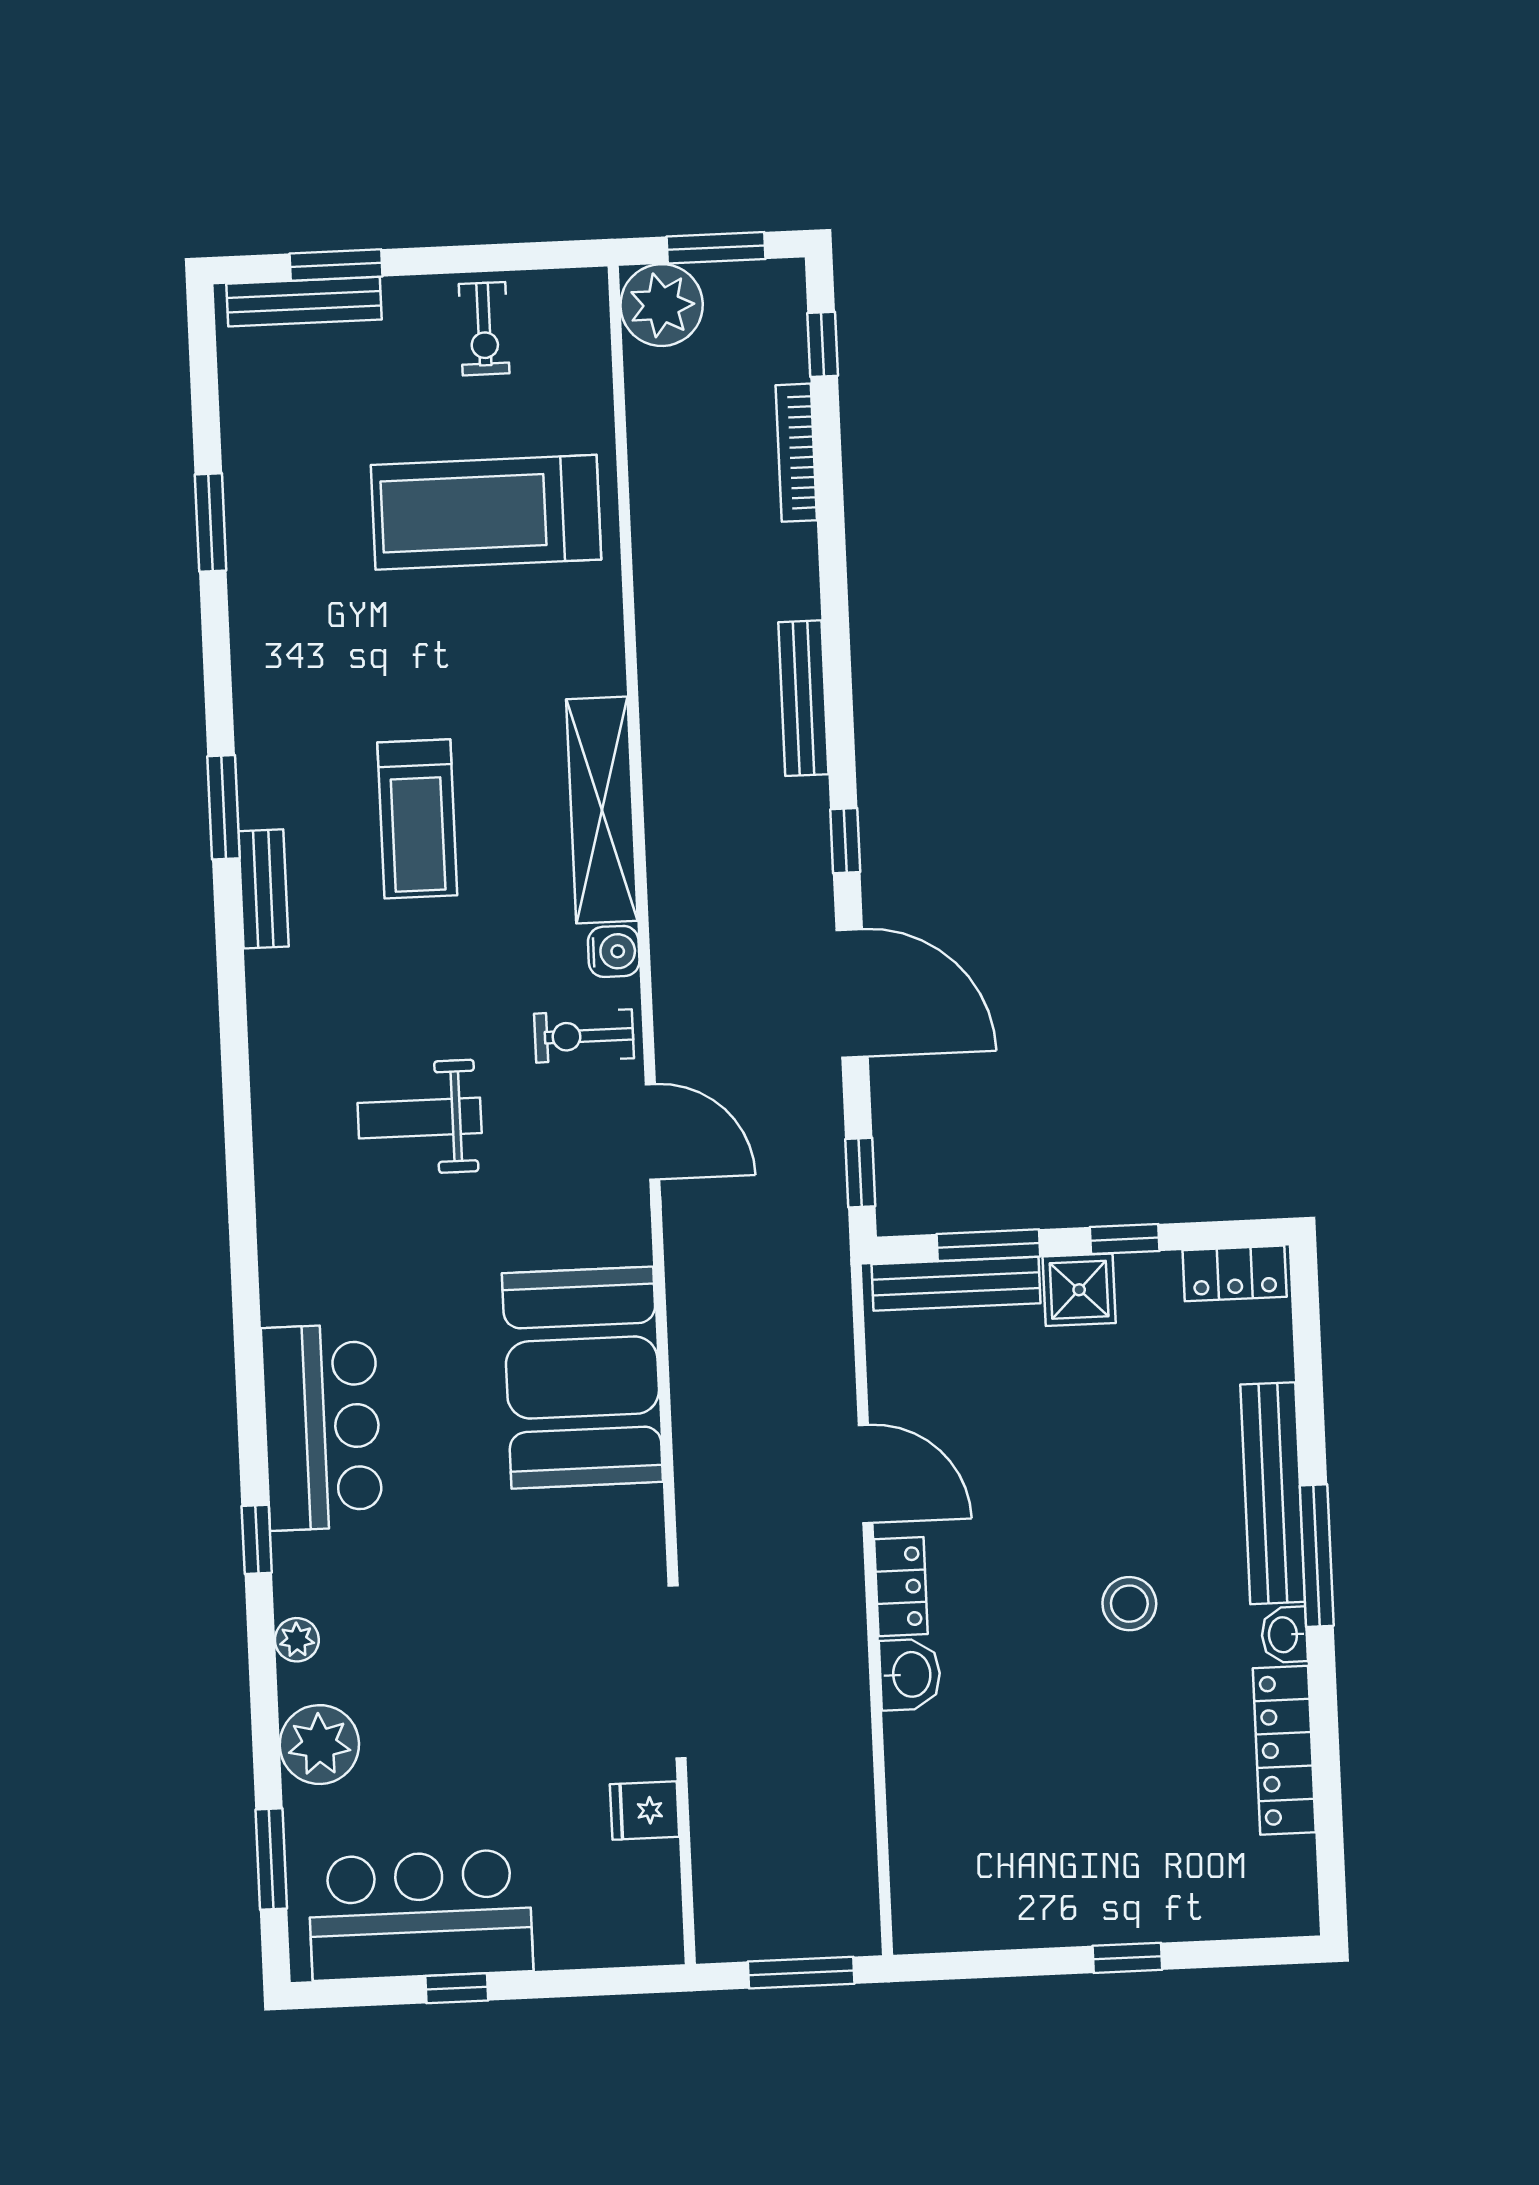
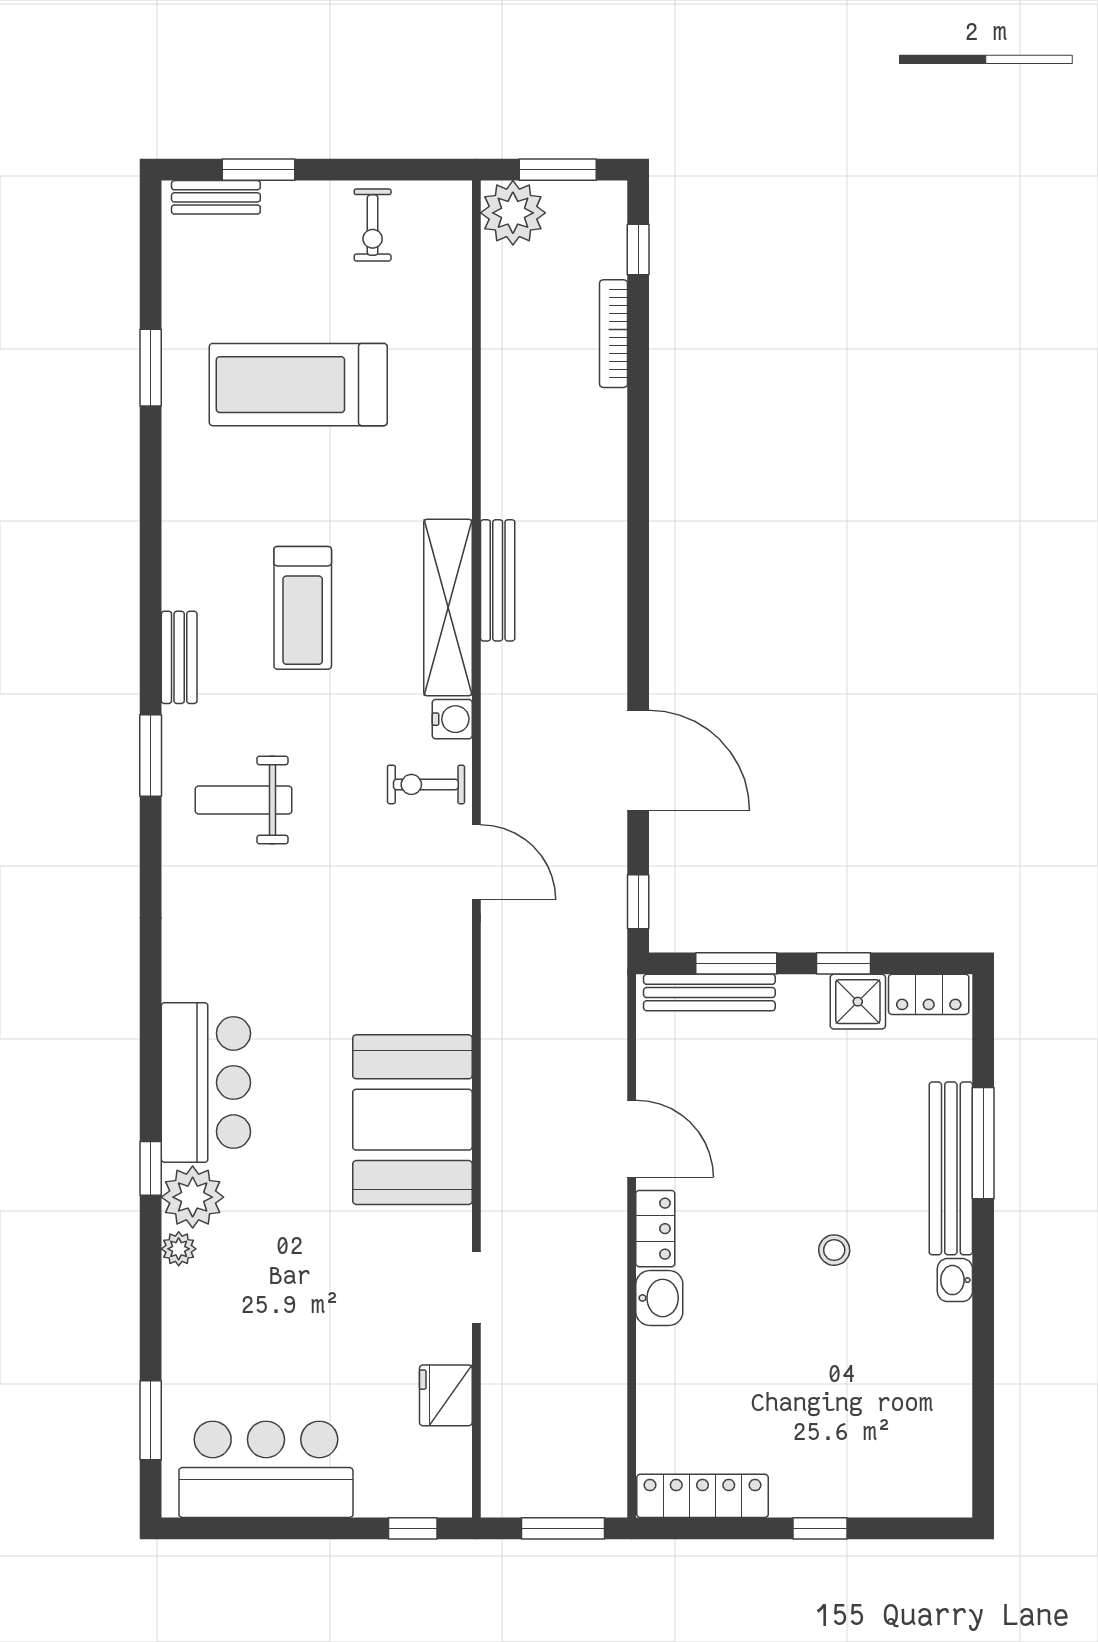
bench: (304, 302) -> (216, 197), width x0.73
treadmill: (486, 512) -> (298, 385), moved
bench: (803, 698) -> (498, 580), moved
window: (223, 807) -> (151, 756), moved
window: (845, 841) -> (638, 640), removed
weight bench: (420, 1118) -> (244, 800), moved
shower: (1079, 1290) -> (858, 1002), moved
booth: (582, 1378) -> (412, 1120), moved
window: (1317, 1556) -> (983, 1143), moved
stool: (1129, 1604) -> (834, 1250), width x0.73, depth x0.73
doorway: (677, 1672) -> (476, 1287), width x0.53
plant: (319, 1745) -> (193, 1197), moved
locker: (1284, 1750) -> (702, 1496), moved, turned 90
fridge: (645, 1811) -> (446, 1395), width x1.38
window: (457, 1988) -> (413, 1528), moved

